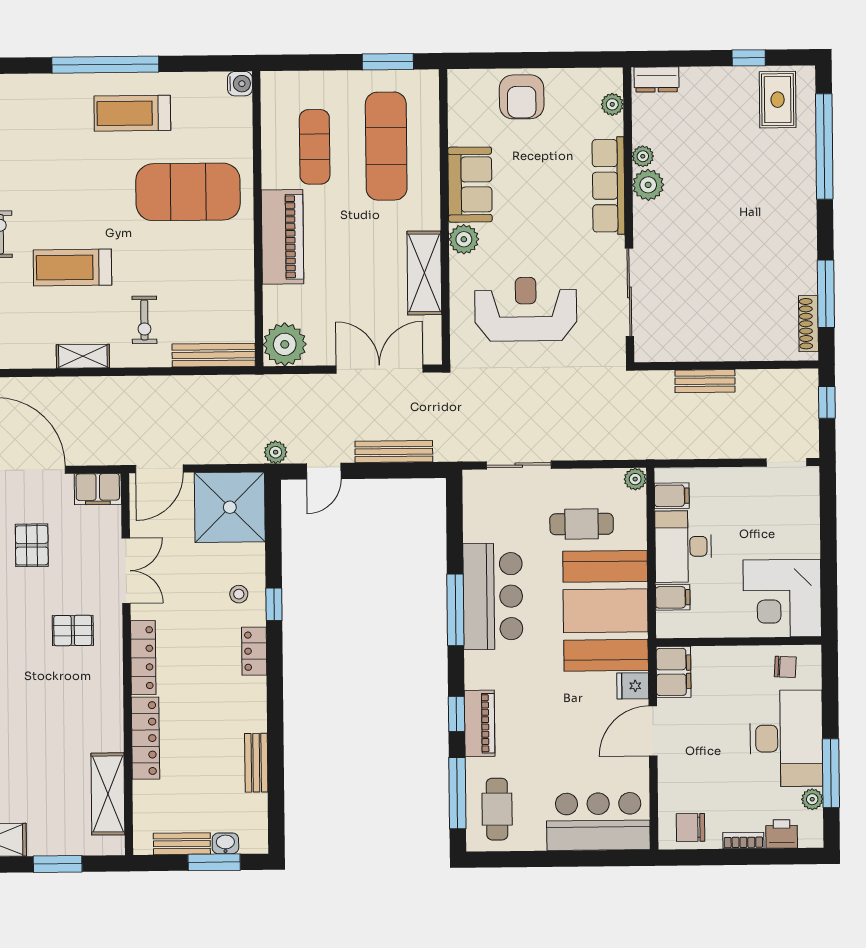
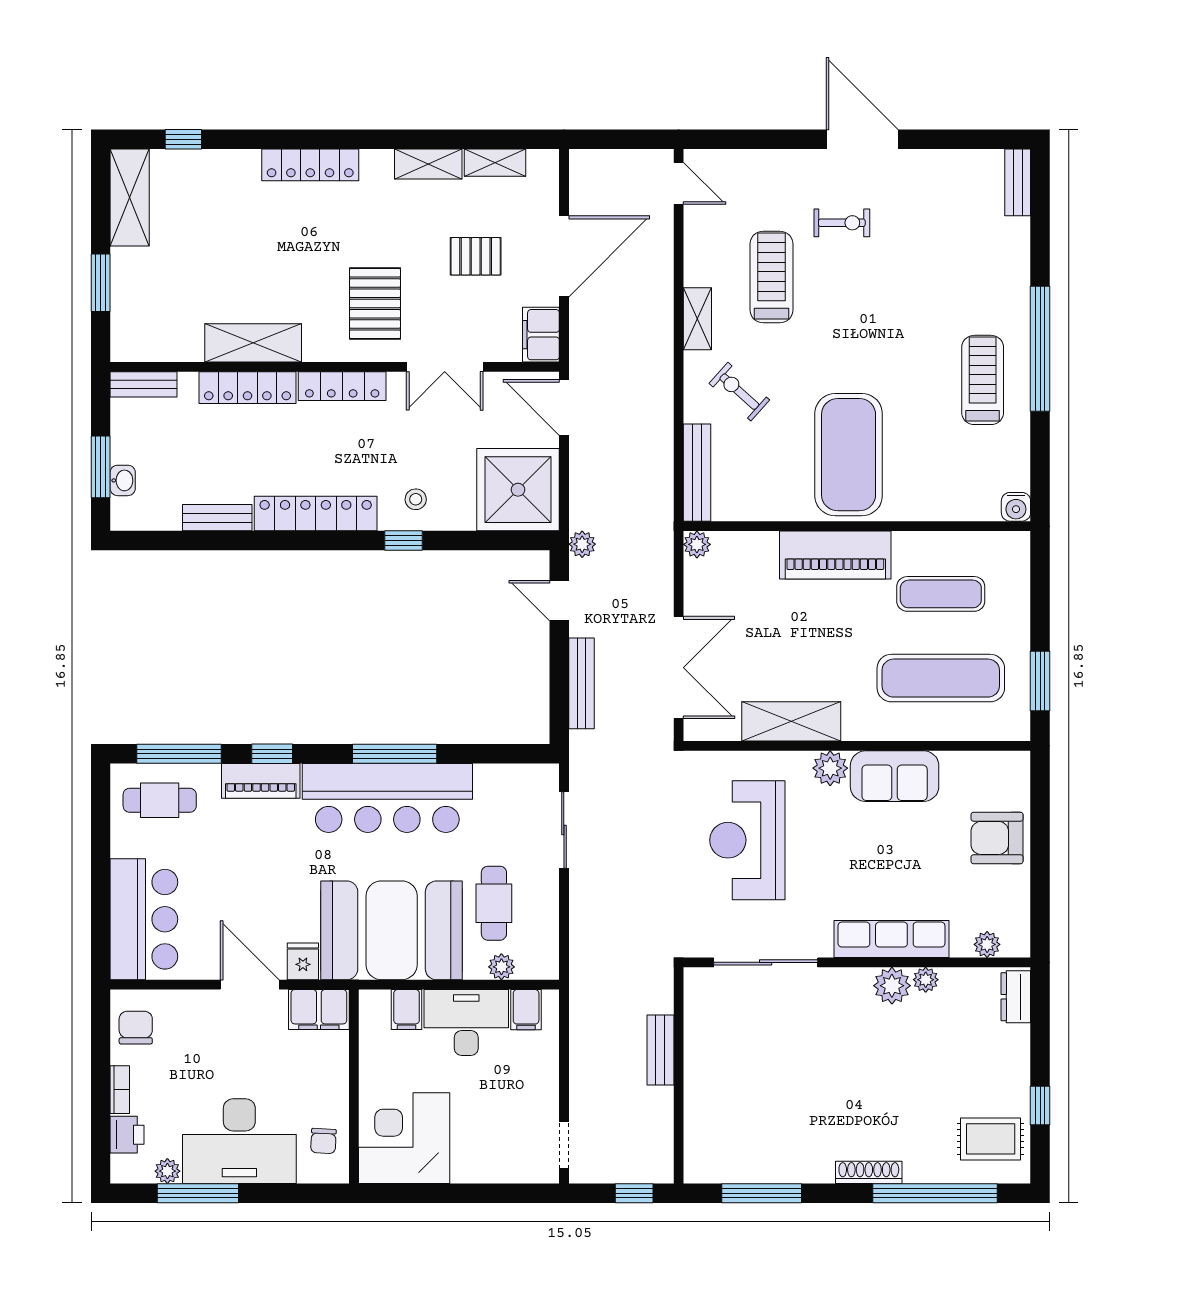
exercise mat: (188, 192) -> (849, 455), moved
treadmill: (72, 267) -> (772, 277), moved
reception desk: (526, 309) -> (747, 840), turned 180
exercise bike: (144, 320) -> (739, 392), turned 42
shoe rack: (808, 324) -> (869, 1172), moved
plant: (285, 344) -> (697, 544), width x0.53, depth x0.53
plant: (635, 479) -> (501, 967), moved
bar counter: (493, 596) -> (387, 798), width x1.36
pallet: (73, 630) -> (375, 304), width x1.50, depth x1.42
locker: (254, 651) -> (316, 514), width x2.16, depth x1.21
shelving: (108, 794) -> (253, 343), moved
bench: (182, 844) -> (144, 384), moved, turned 90

